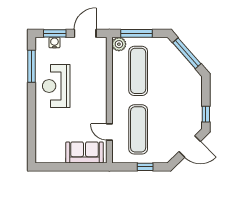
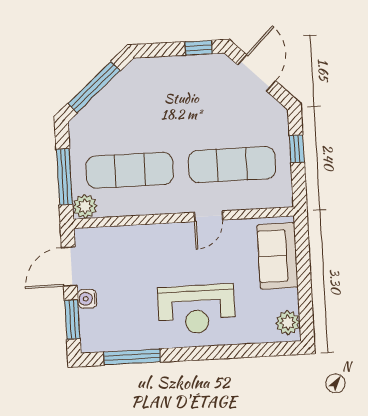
door: (85, 33) -> (69, 267), hinge flipped
water cooler: (54, 43) -> (87, 299), moved
reception desk: (56, 86) -> (196, 309), moved
door: (109, 132) -> (208, 216), moved
plant: (46, 156) -> (288, 323), added

